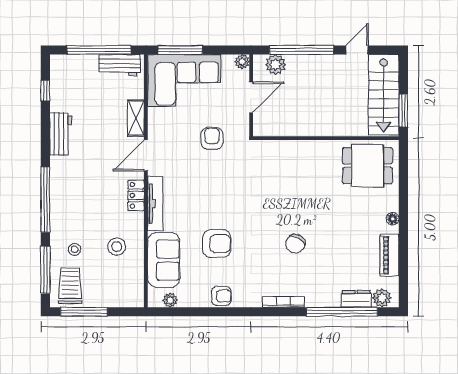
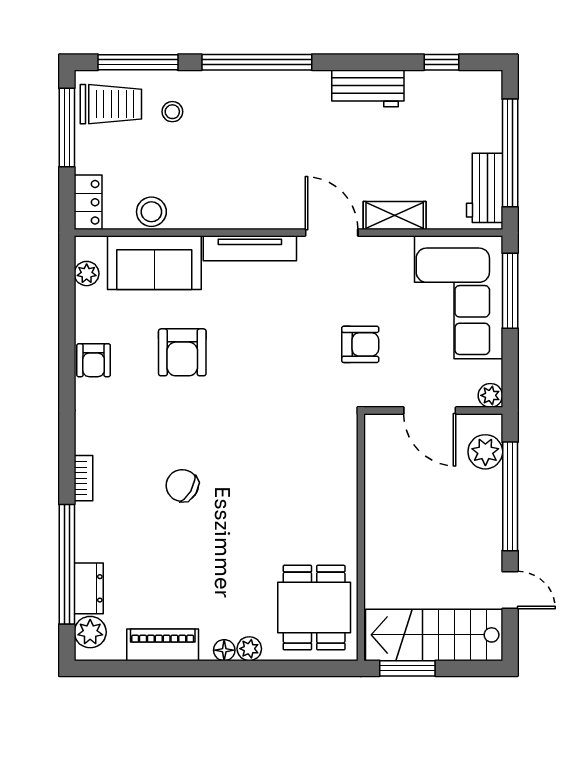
locker: (136, 195) -> (88, 202), moved, turned 90
plant: (392, 204) -> (249, 649), added
stool: (117, 247) -> (151, 212), moved
bookcase: (283, 302) -> (83, 478), width x0.64

